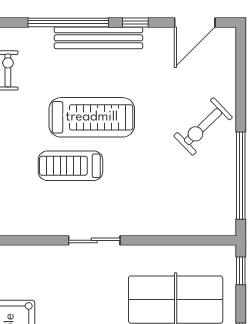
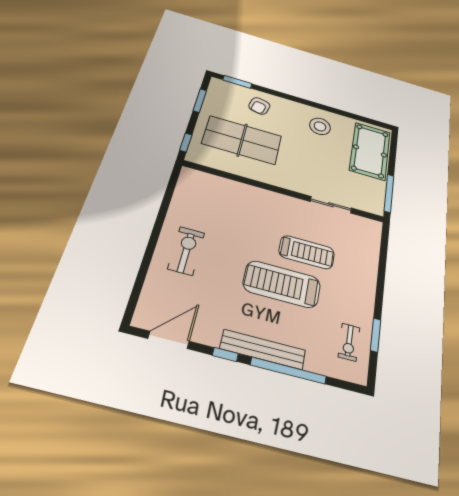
exercise bike: (203, 127) -> (186, 251), turned -46
window: (241, 176) -> (165, 206), removed
sliding door: (94, 240) -> (331, 205), moved

